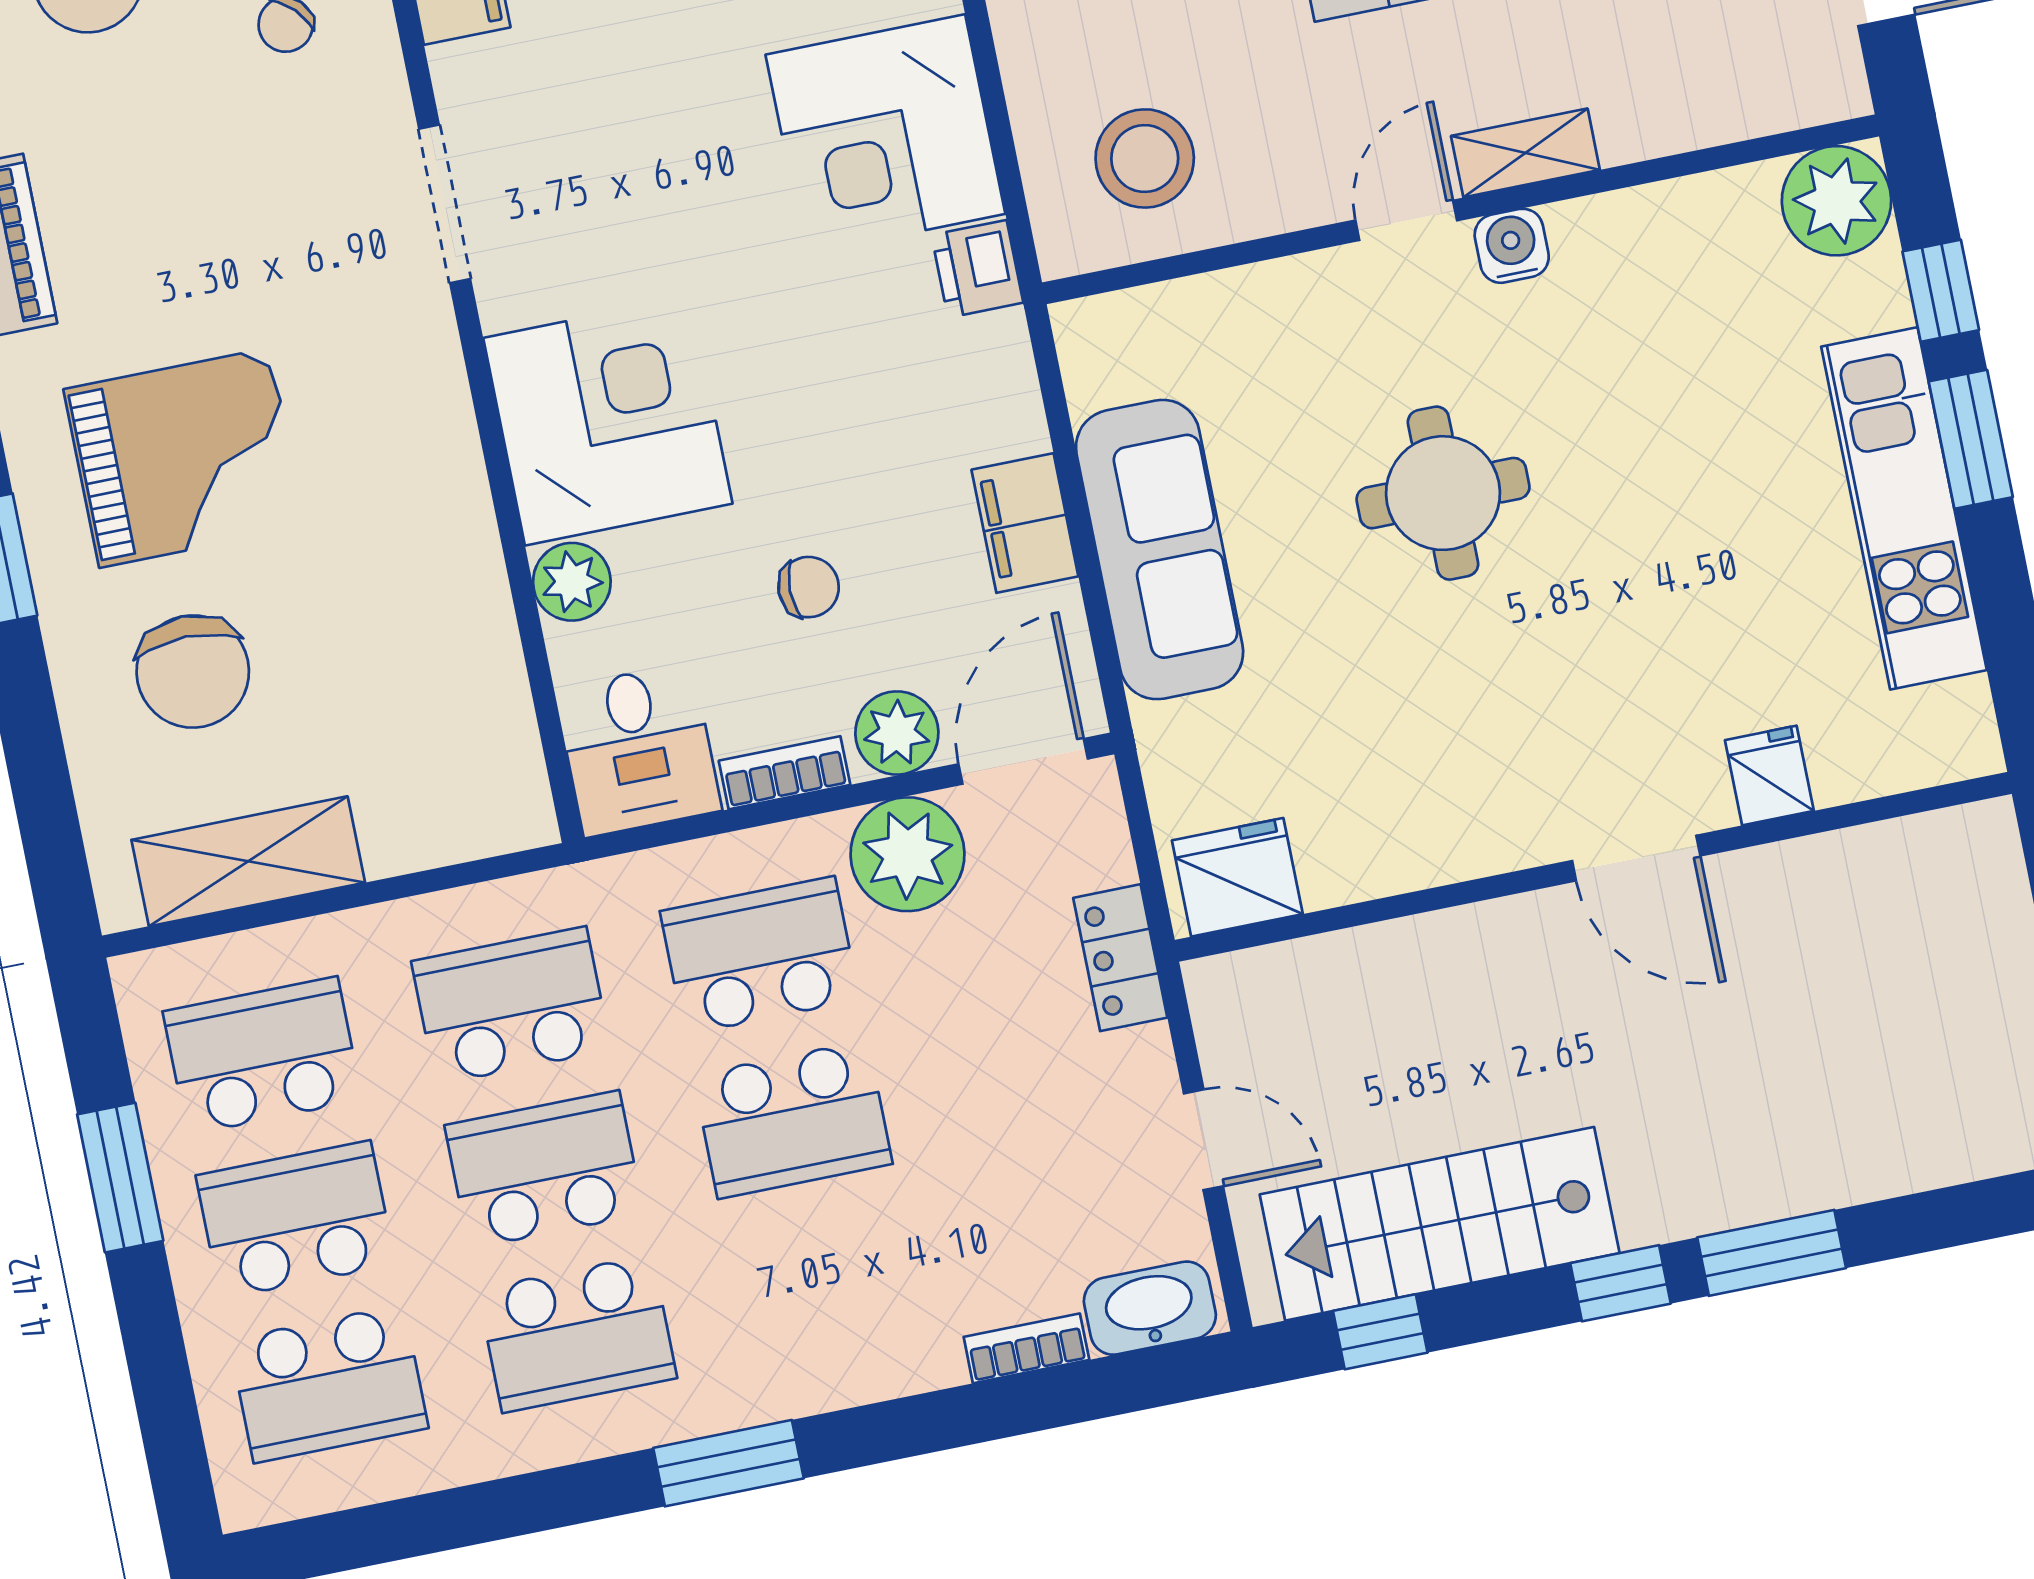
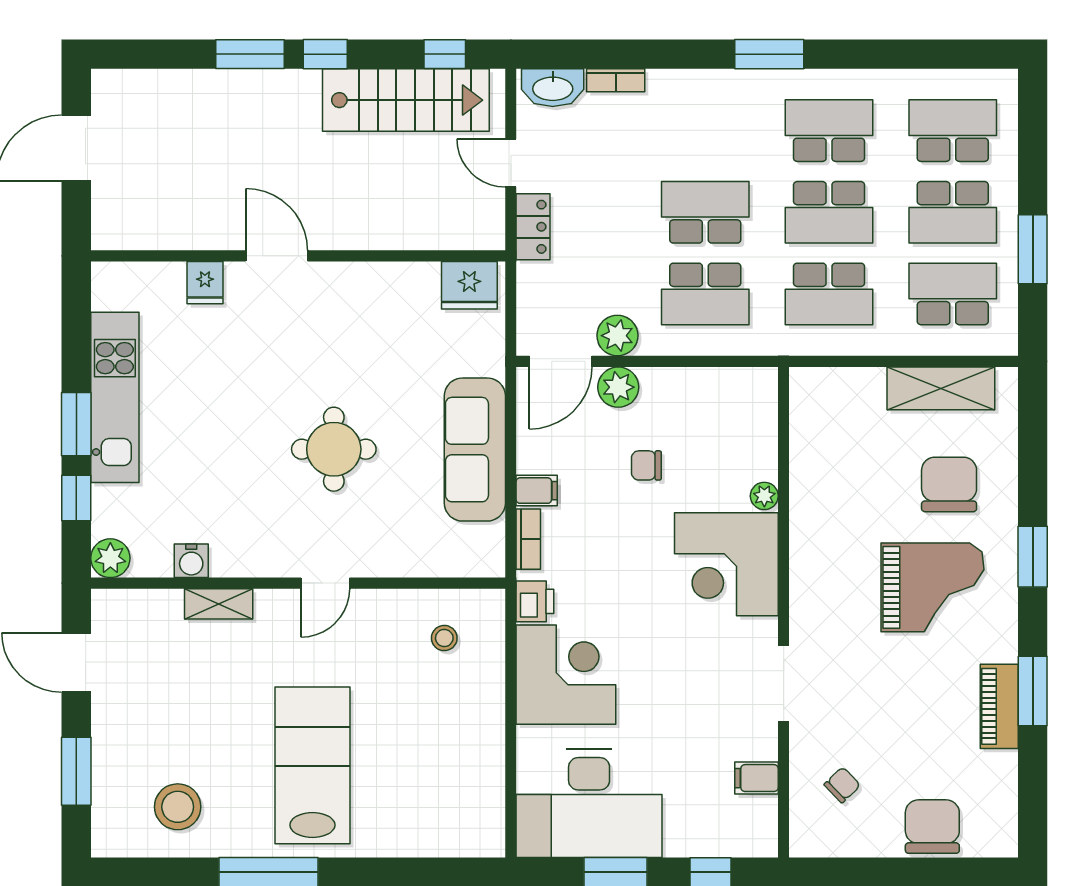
shelving: (1525, 153) -> (219, 604), moved
stool: (1145, 158) -> (444, 638), width x0.53, depth x0.53
plant: (1836, 201) -> (110, 558), width x0.73, depth x0.73
water cooler: (1512, 246) -> (191, 561), moved
grand piano: (184, 458) -> (932, 587), turned 180
filing cabinet: (1025, 523) -> (537, 491), width x0.50
plant: (572, 582) -> (764, 496), width x0.73, depth x0.73
desk: (638, 750) -> (744, 404), removed
bookcase: (784, 773) -> (528, 539), moved, turned -90
plant: (907, 854) -> (617, 336), width x0.73, depth x0.73
locker: (1120, 958) -> (533, 227), moved
school desk: (263, 1056) -> (953, 294), turned 180

